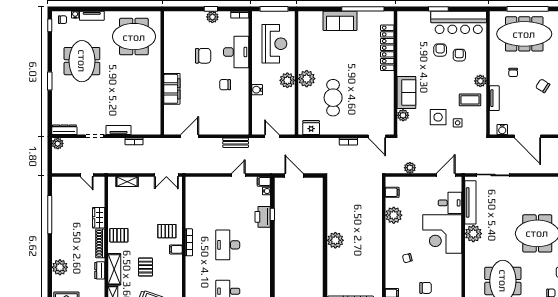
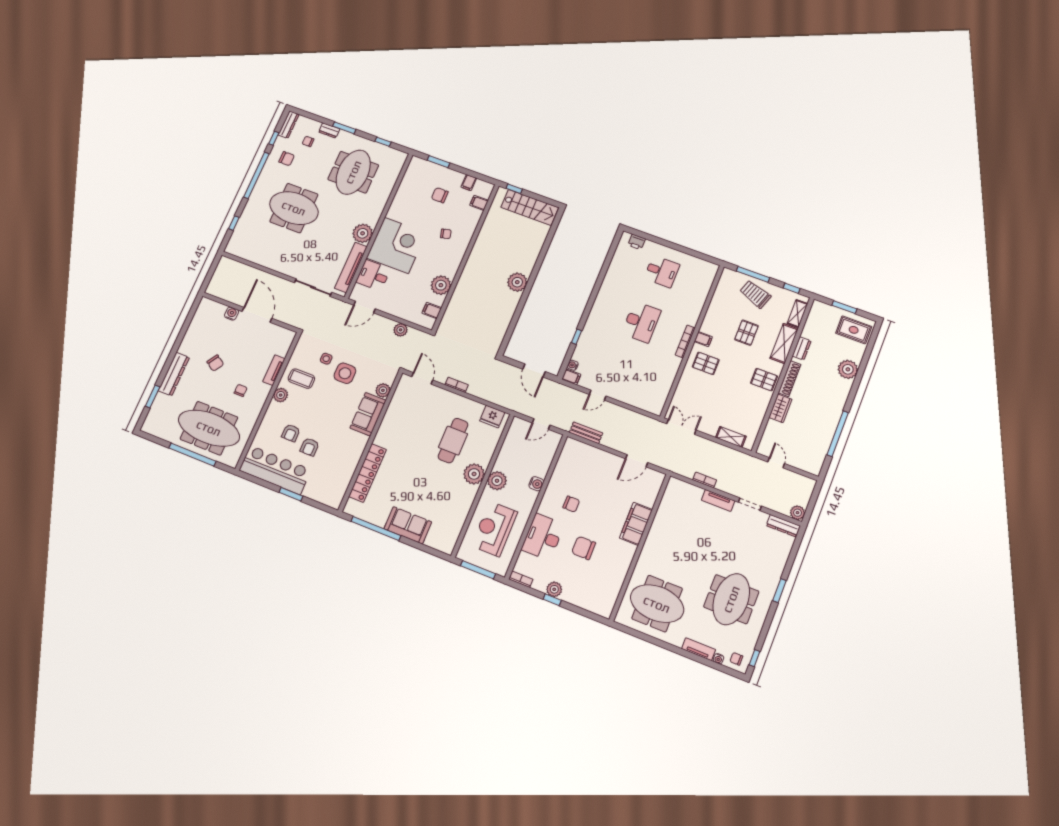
water cooler: (502, 130) -> (232, 314), moved
door: (272, 136) -> (541, 424), hinge flipped
printer: (263, 217) -> (589, 338), removed

